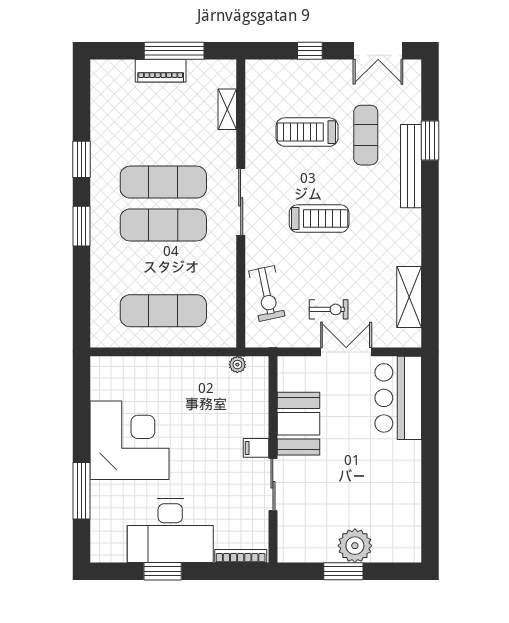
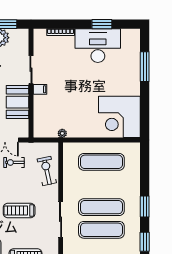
booth: (298, 424) -> (18, 102), moved
corner desk: (130, 440) -> (119, 117), moved
filing cabinet: (256, 448) -> (40, 89), moved
wall: (273, 459) -> (31, 83), moved
sliding door: (273, 485) -> (31, 70), moved

